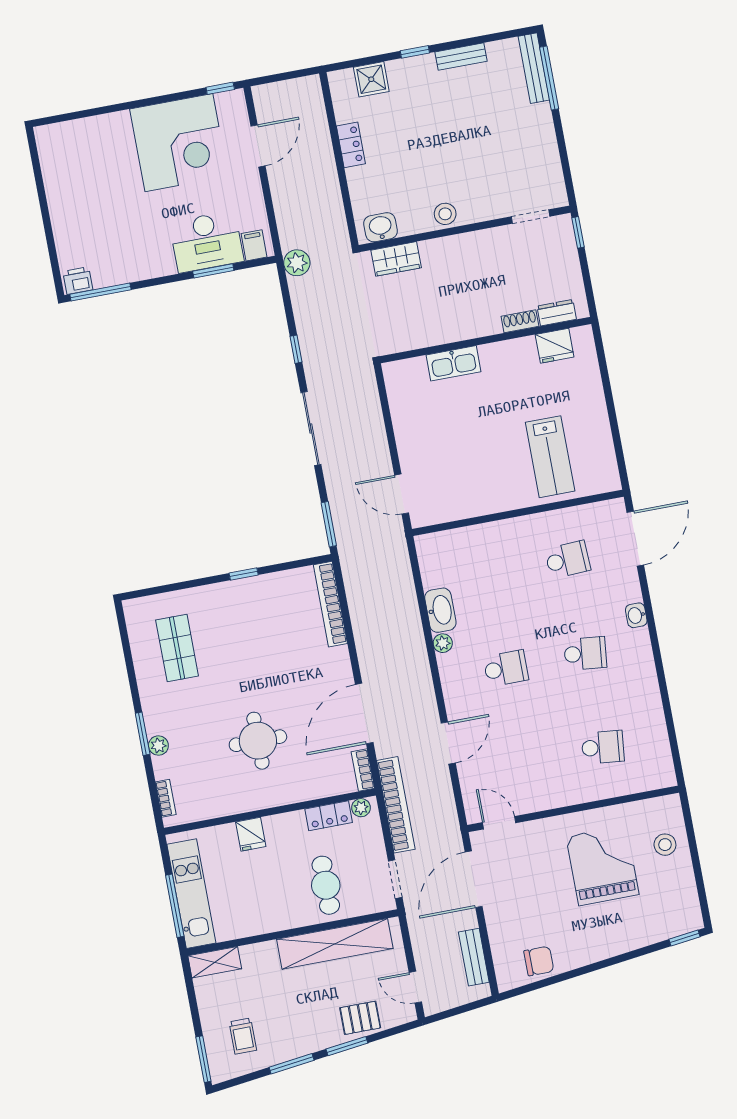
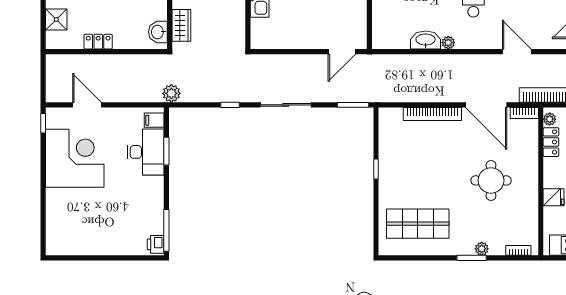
bookcase: (330, 604) -> (432, 114), moved
shop shelf: (177, 648) -> (418, 224), width x1.43, depth x1.36

